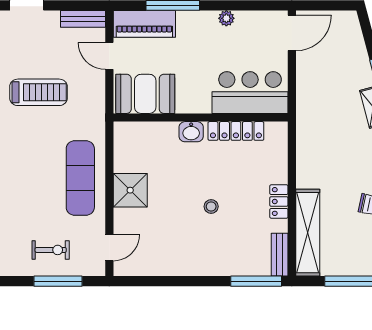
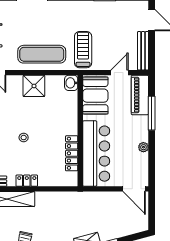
bench: (83, 19) -> (143, 51), width x1.36
treadmill: (38, 92) -> (83, 50), moved, turned 180
bar counter: (250, 93) -> (96, 154), width x1.36
washbasin: (191, 132) -> (71, 83), moved

